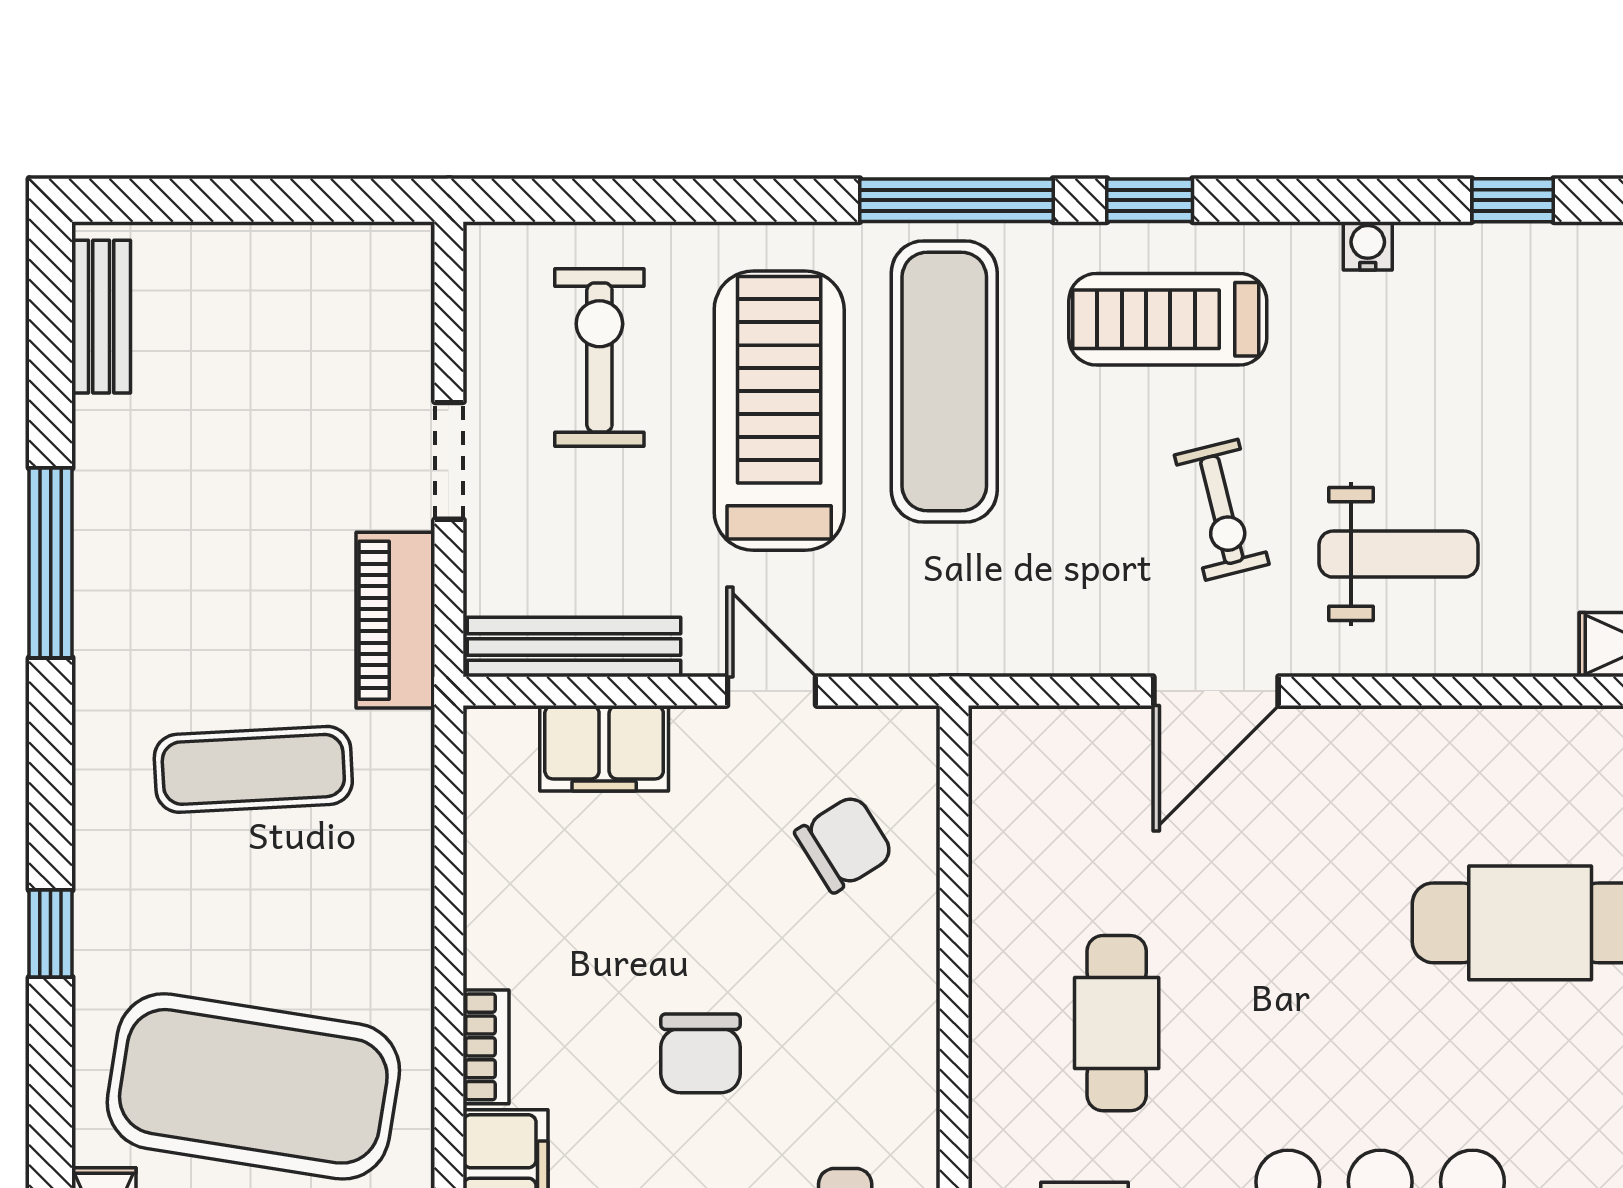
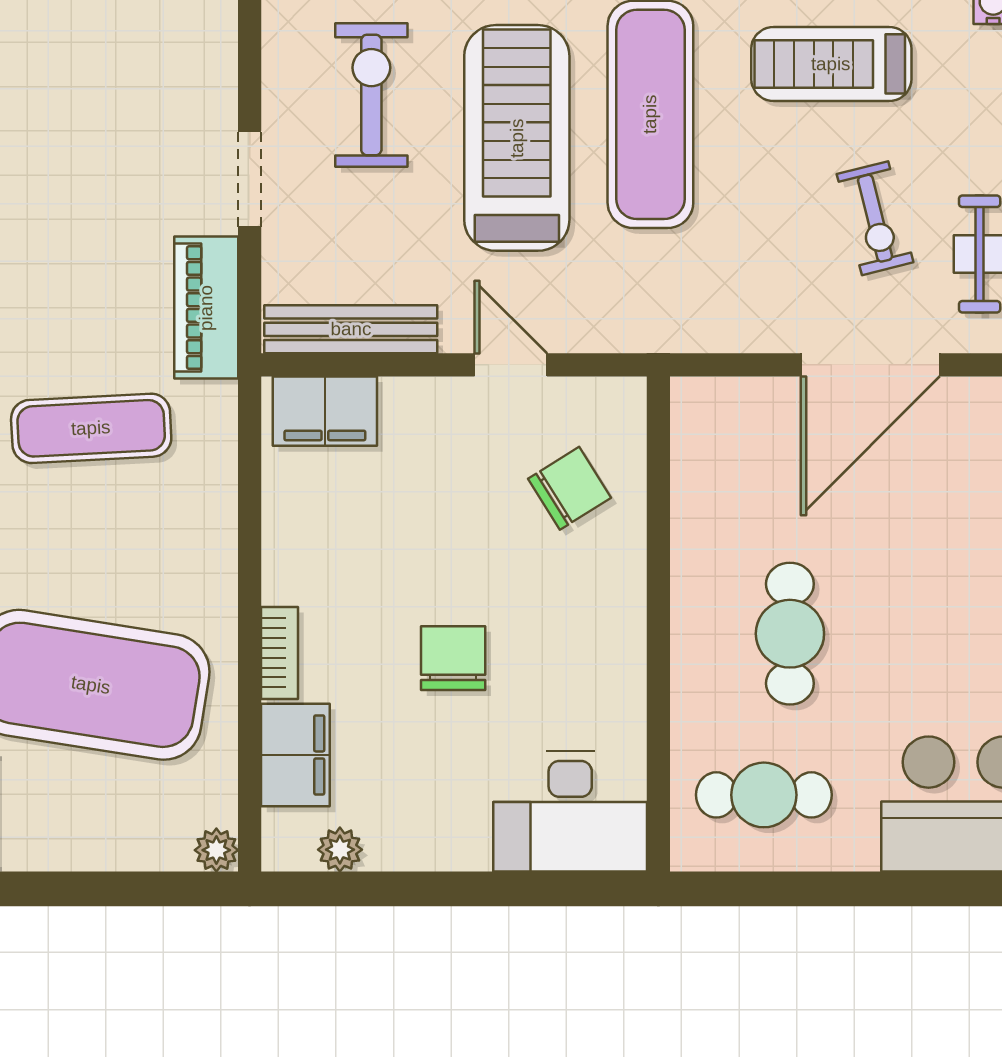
door: (1216, 691) -> (870, 365), width x1.36
filing cabinet: (604, 748) -> (325, 411), moved
chair: (701, 1053) -> (453, 658), turned 180

